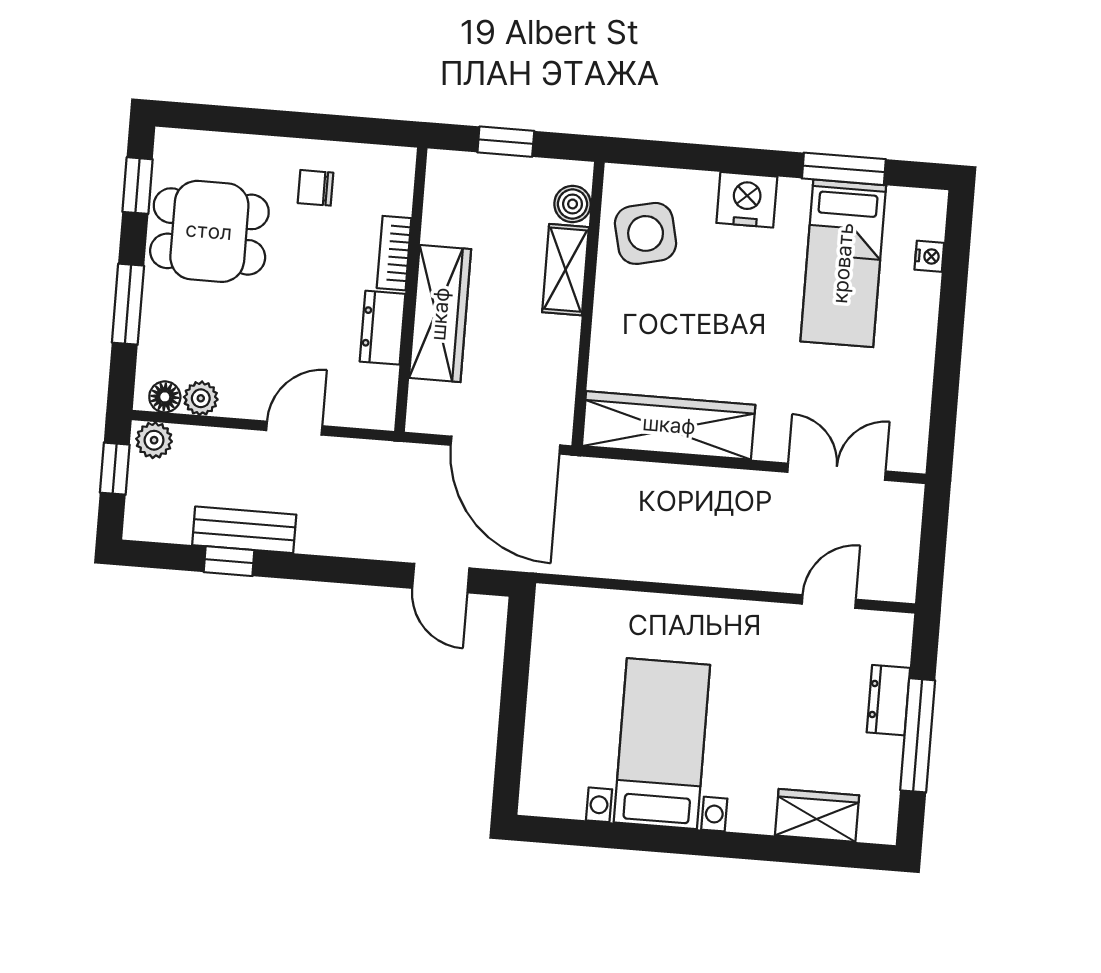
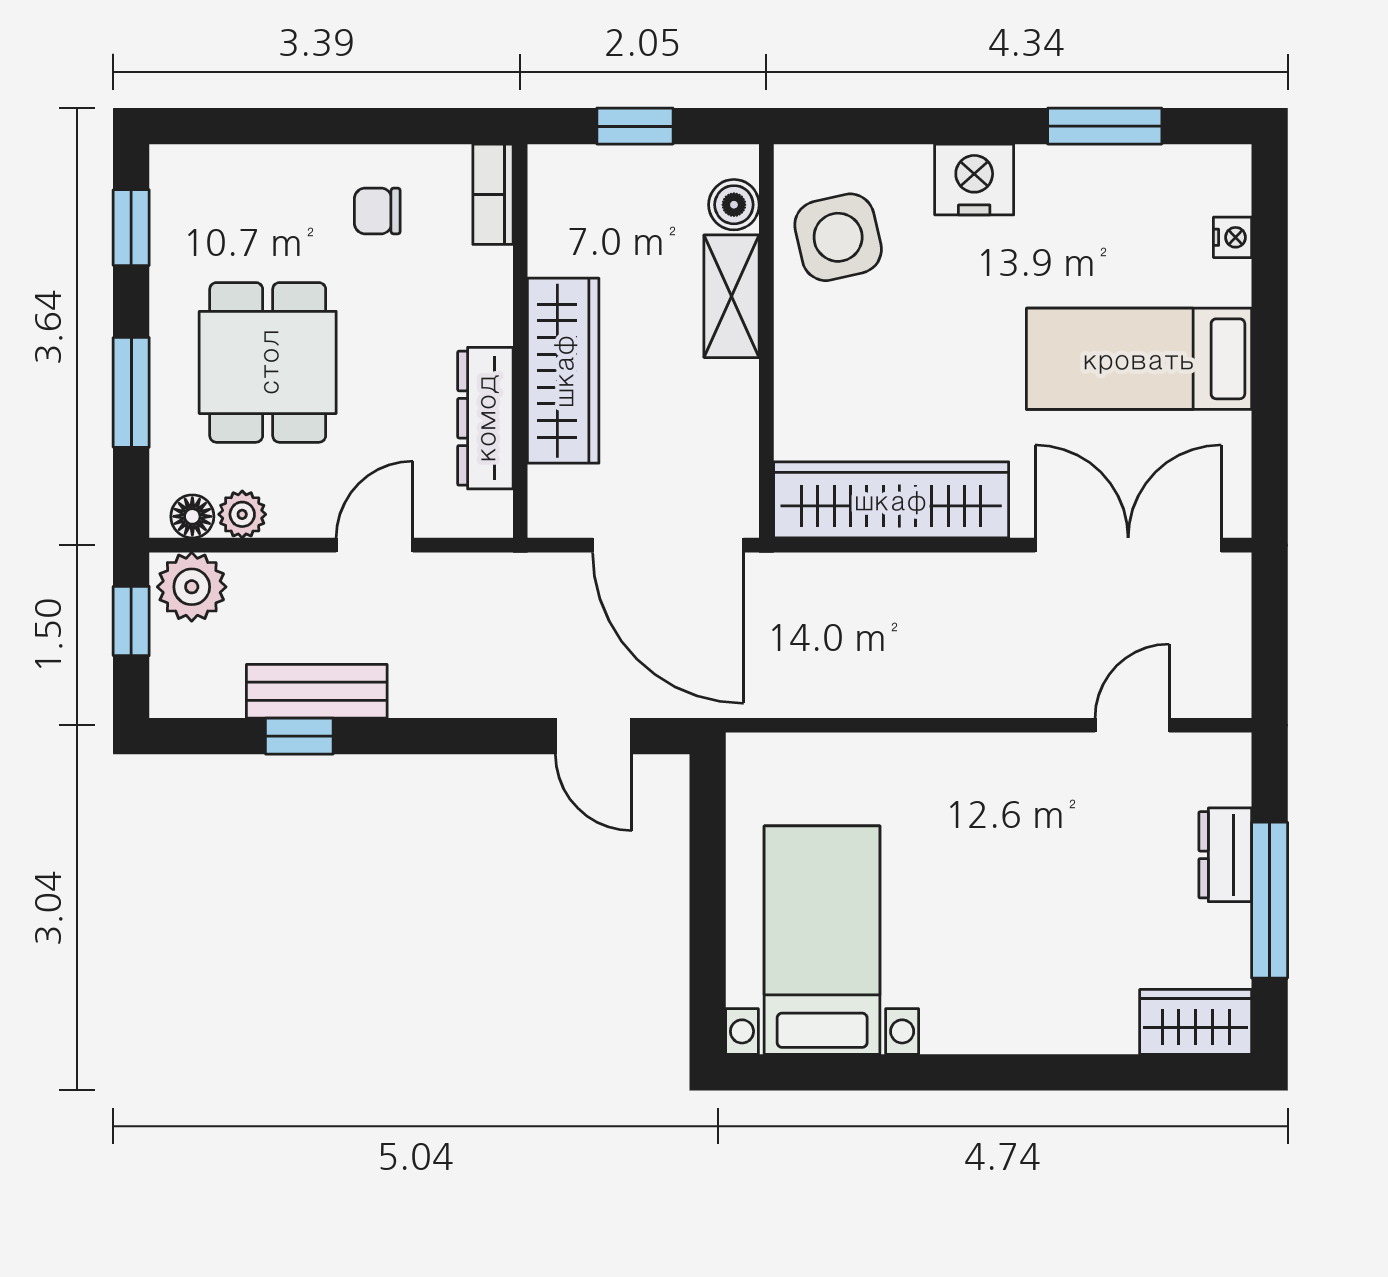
dining table: (209, 231) -> (268, 362), moved, turned 90
bookcase: (394, 253) -> (493, 194), moved
bed: (843, 263) -> (1139, 359), moved, turned 90
dresser: (383, 328) -> (485, 418), width x1.44
plant: (154, 440) -> (192, 587), width x1.38, depth x1.38
double door: (836, 472) -> (1128, 545), width x1.37
bed with nightstands: (662, 744) -> (822, 940), moved
wardrobe: (817, 815) -> (1196, 1022), moved

